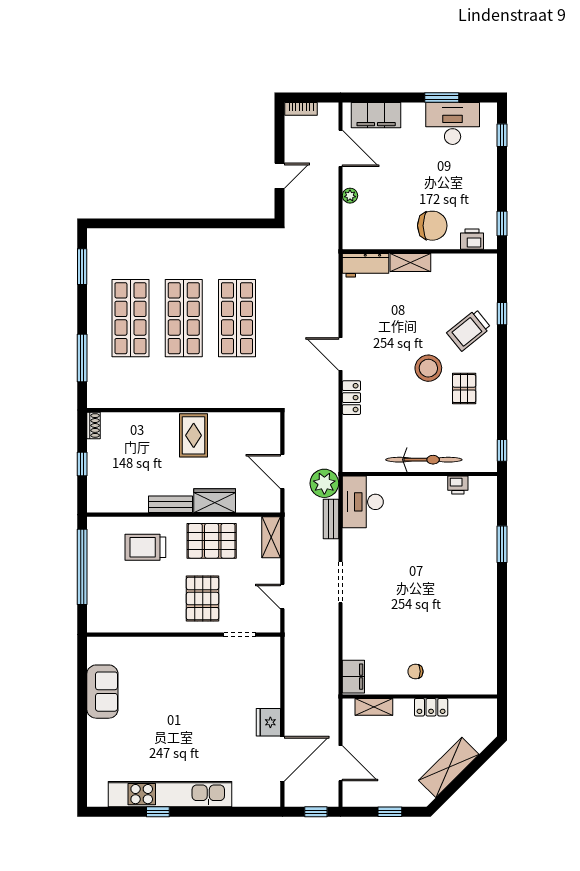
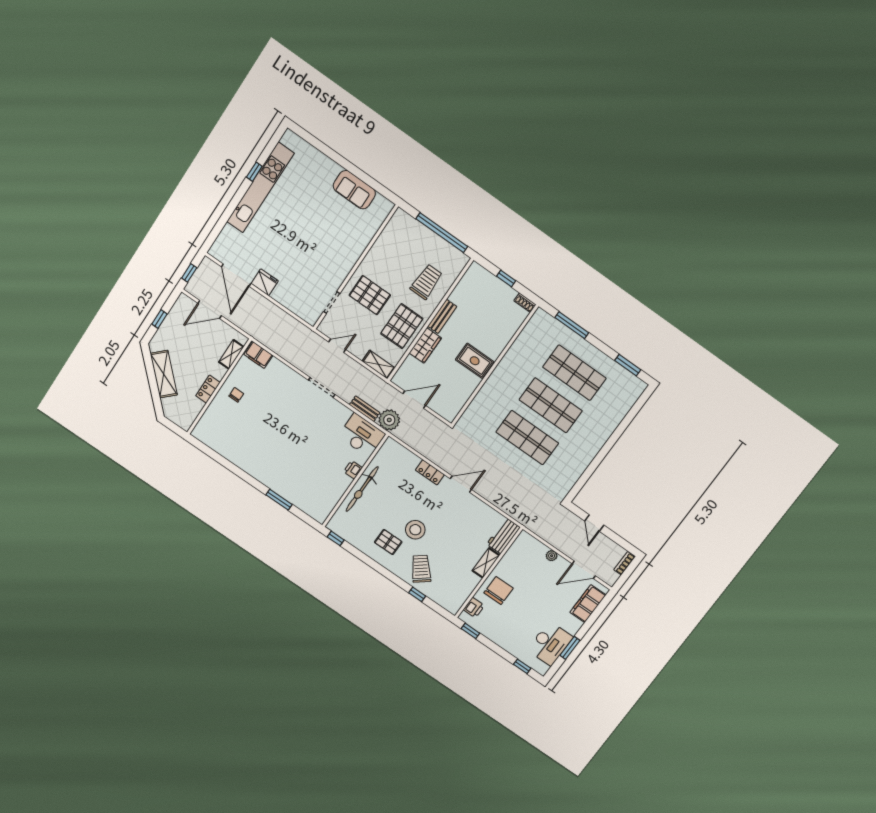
chair: (432, 226) -> (499, 591), turned 180
printer: (458, 485) -> (353, 470), moved

